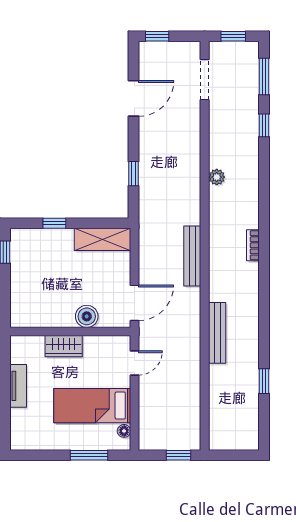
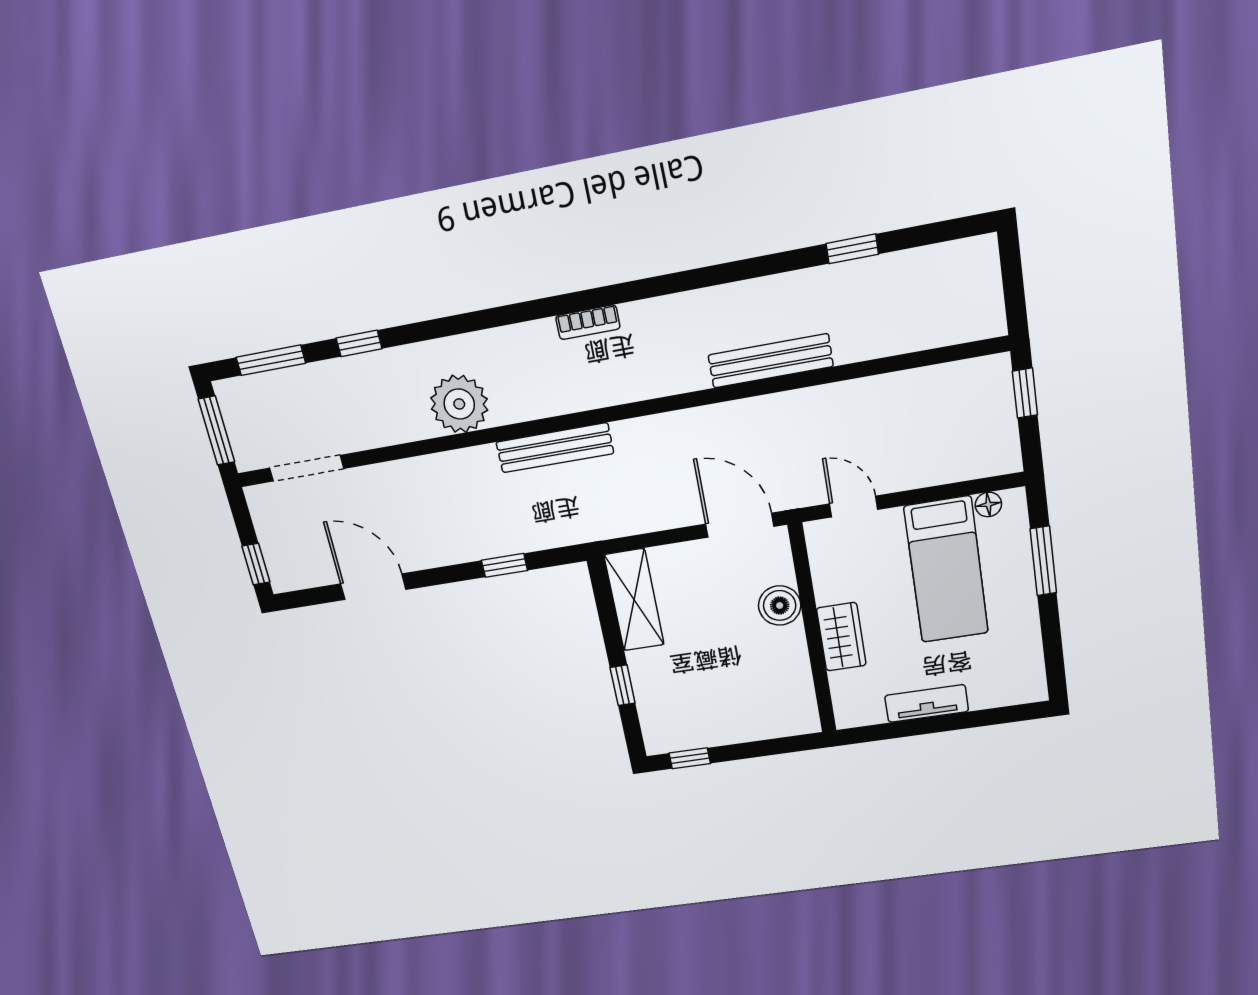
window: (233, 36) -> (216, 431), width x1.50
plant: (217, 177) -> (459, 404), width x1.88, depth x1.88
bench: (192, 256) -> (555, 448), moved

